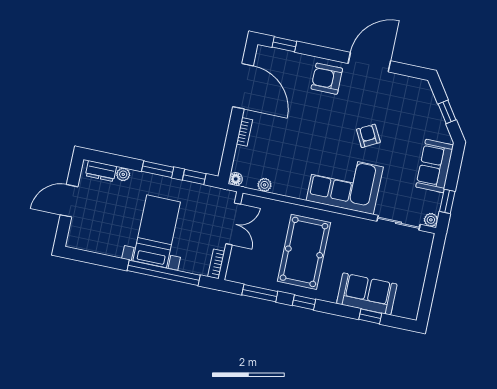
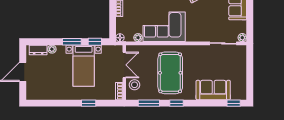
corner sofa: (345, 184) -> (164, 27), moved
window: (447, 201) -> (250, 24), removed
bed with nightstands: (157, 231) -> (84, 66), moved, turned 180
stool: (243, 259) -> (134, 85), added
window: (164, 273) -> (89, 103), width x0.32
window: (370, 316) -> (234, 103), moved

